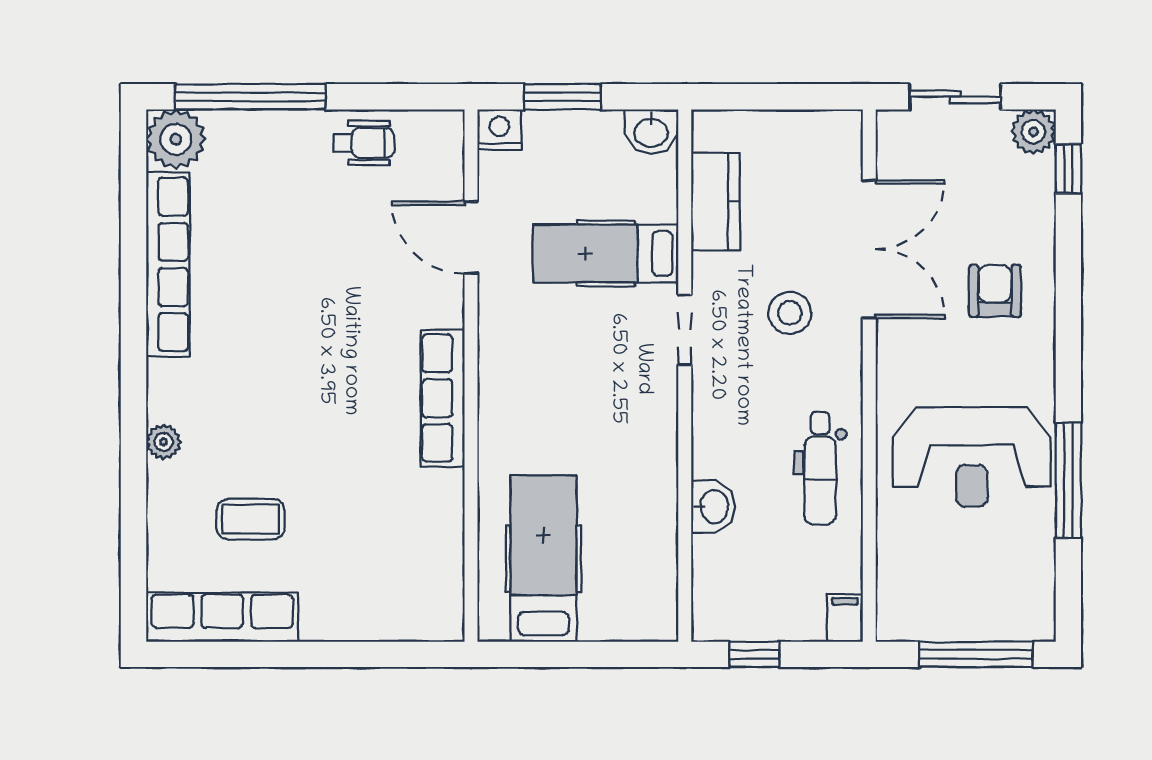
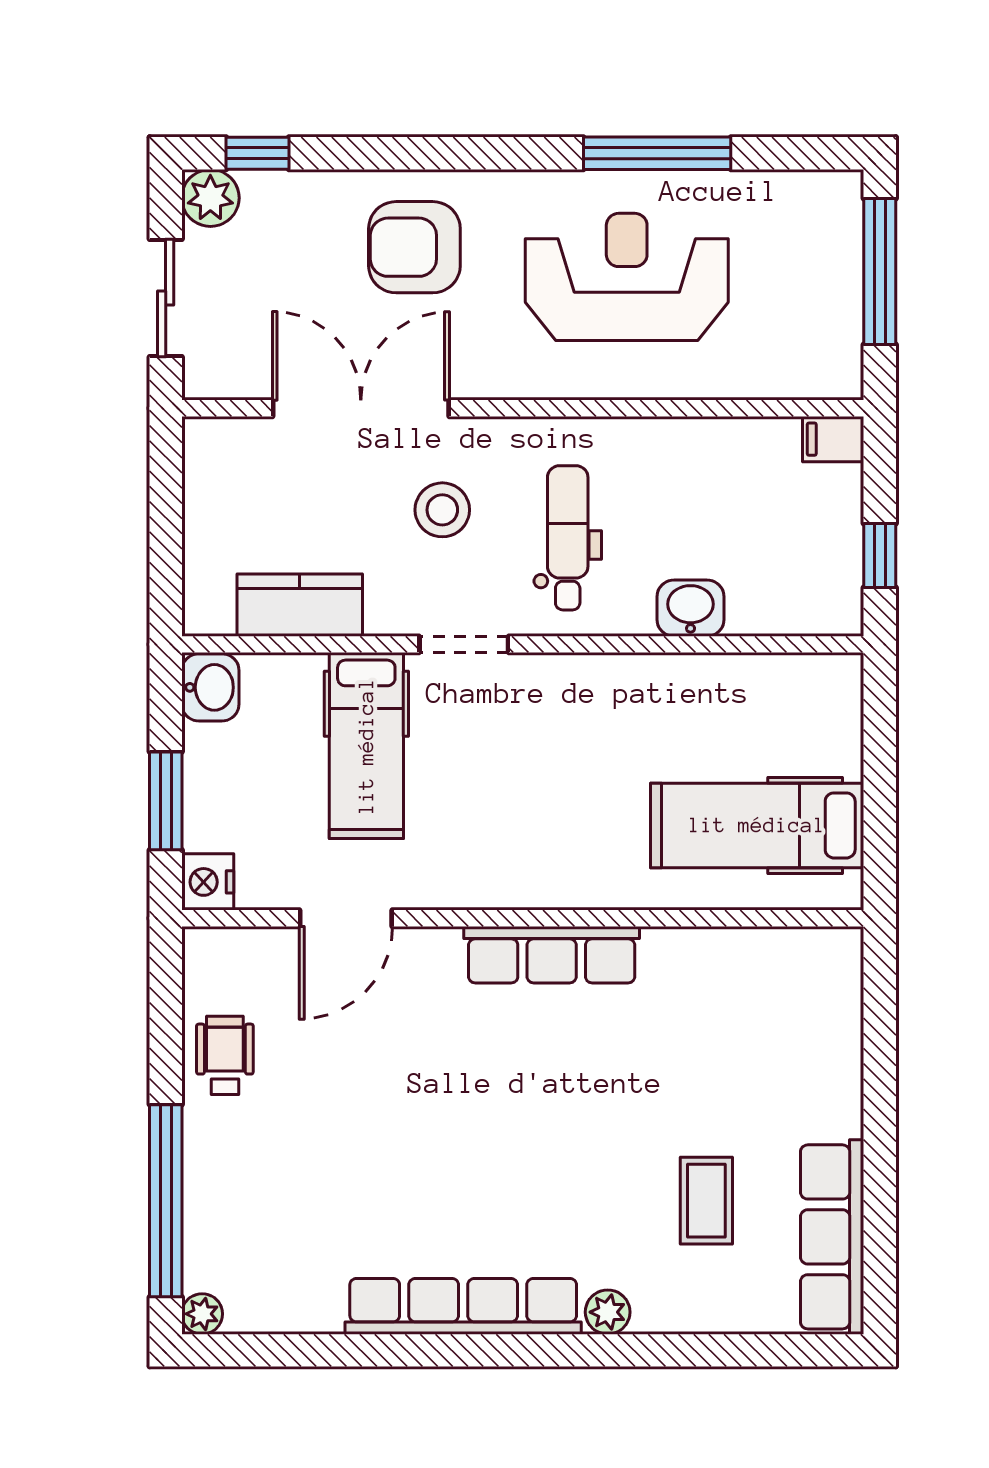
plant: (176, 139) -> (202, 1314), width x0.53, depth x0.53
row of seats: (168, 264) -> (463, 1306), moved
armchair: (995, 291) -> (414, 247), width x1.38, depth x1.38
reception desk: (972, 457) -> (627, 277), turned -90
dental chair: (820, 468) -> (568, 538), moved, turned -90

